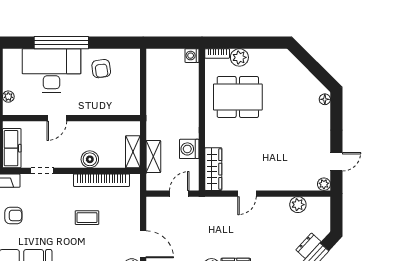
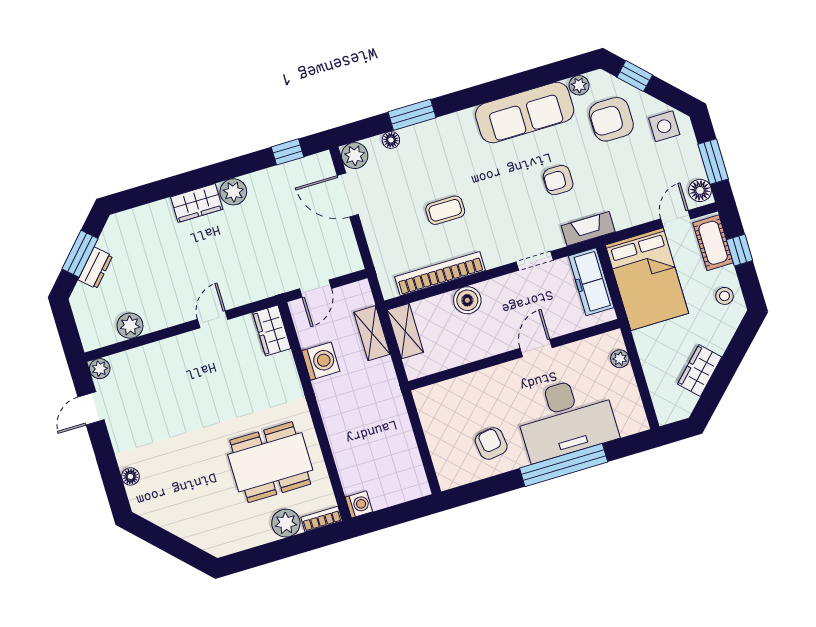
floor lamp: (325, 99) -> (130, 476), moved
wardrobe: (213, 169) -> (272, 330), width x0.67

